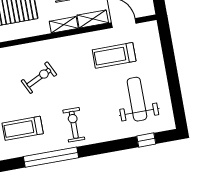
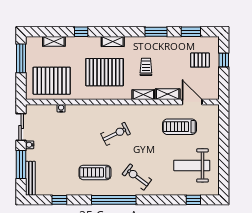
weight bench: (137, 99) -> (192, 165), turned -90
exercise bike: (74, 125) -> (137, 177), turned -53

